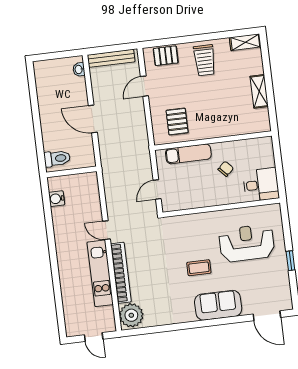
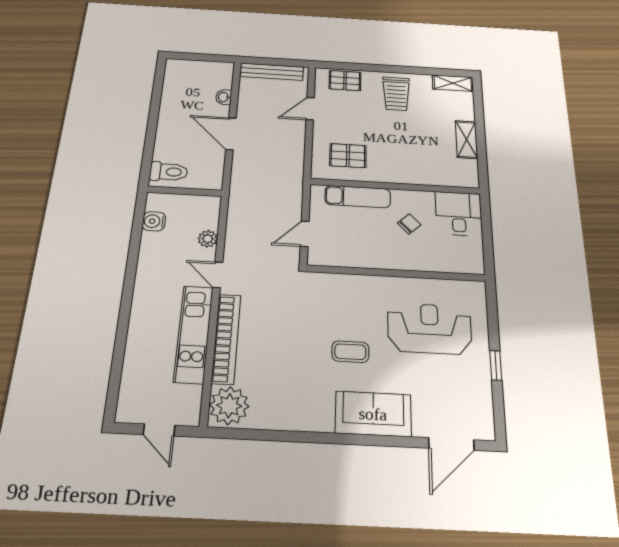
washbasin: (79, 69) -> (224, 97), moved
pallet: (177, 122) -> (348, 156), turned 90
desk: (261, 185) -> (459, 214), moved, turned -90
plant: (94, 205) -> (208, 239), added
door: (267, 316) -> (451, 444), hinge flipped

